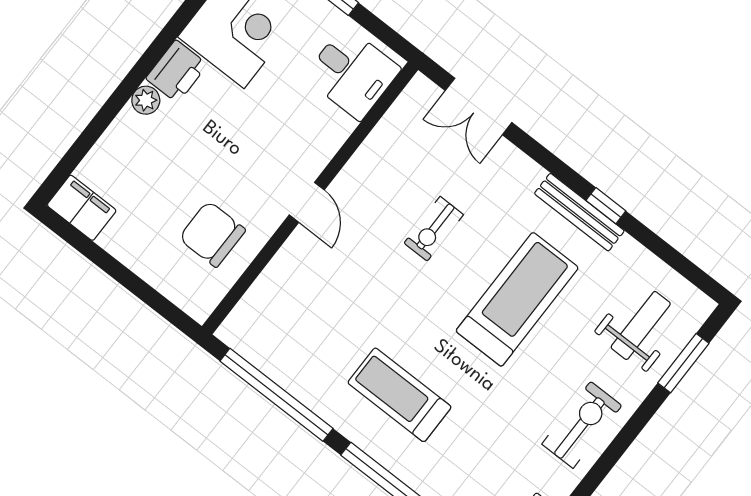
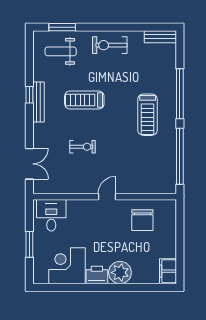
plant: (146, 100) -> (120, 273), width x1.87, depth x1.87
treadmill: (517, 299) -> (84, 100), width x0.73, depth x0.73

